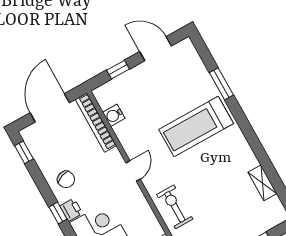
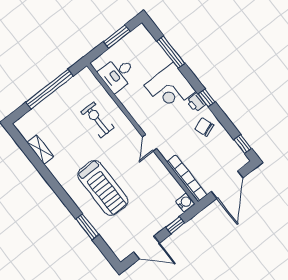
water cooler: (114, 115) -> (185, 202), moved
treadmill: (196, 126) -> (103, 188), turned 90
exercise bike: (175, 207) -> (97, 120), moved, turned 180

